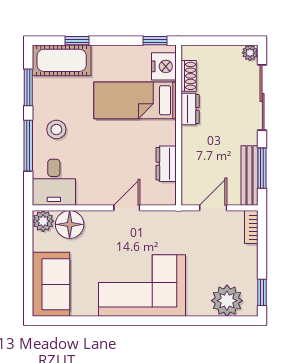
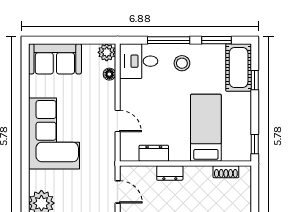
nightstand: (164, 66) -> (234, 151), removed
dresser: (190, 109) -> (170, 173), moved
floor lamp: (70, 224) -> (109, 74), width x0.53, depth x0.53

